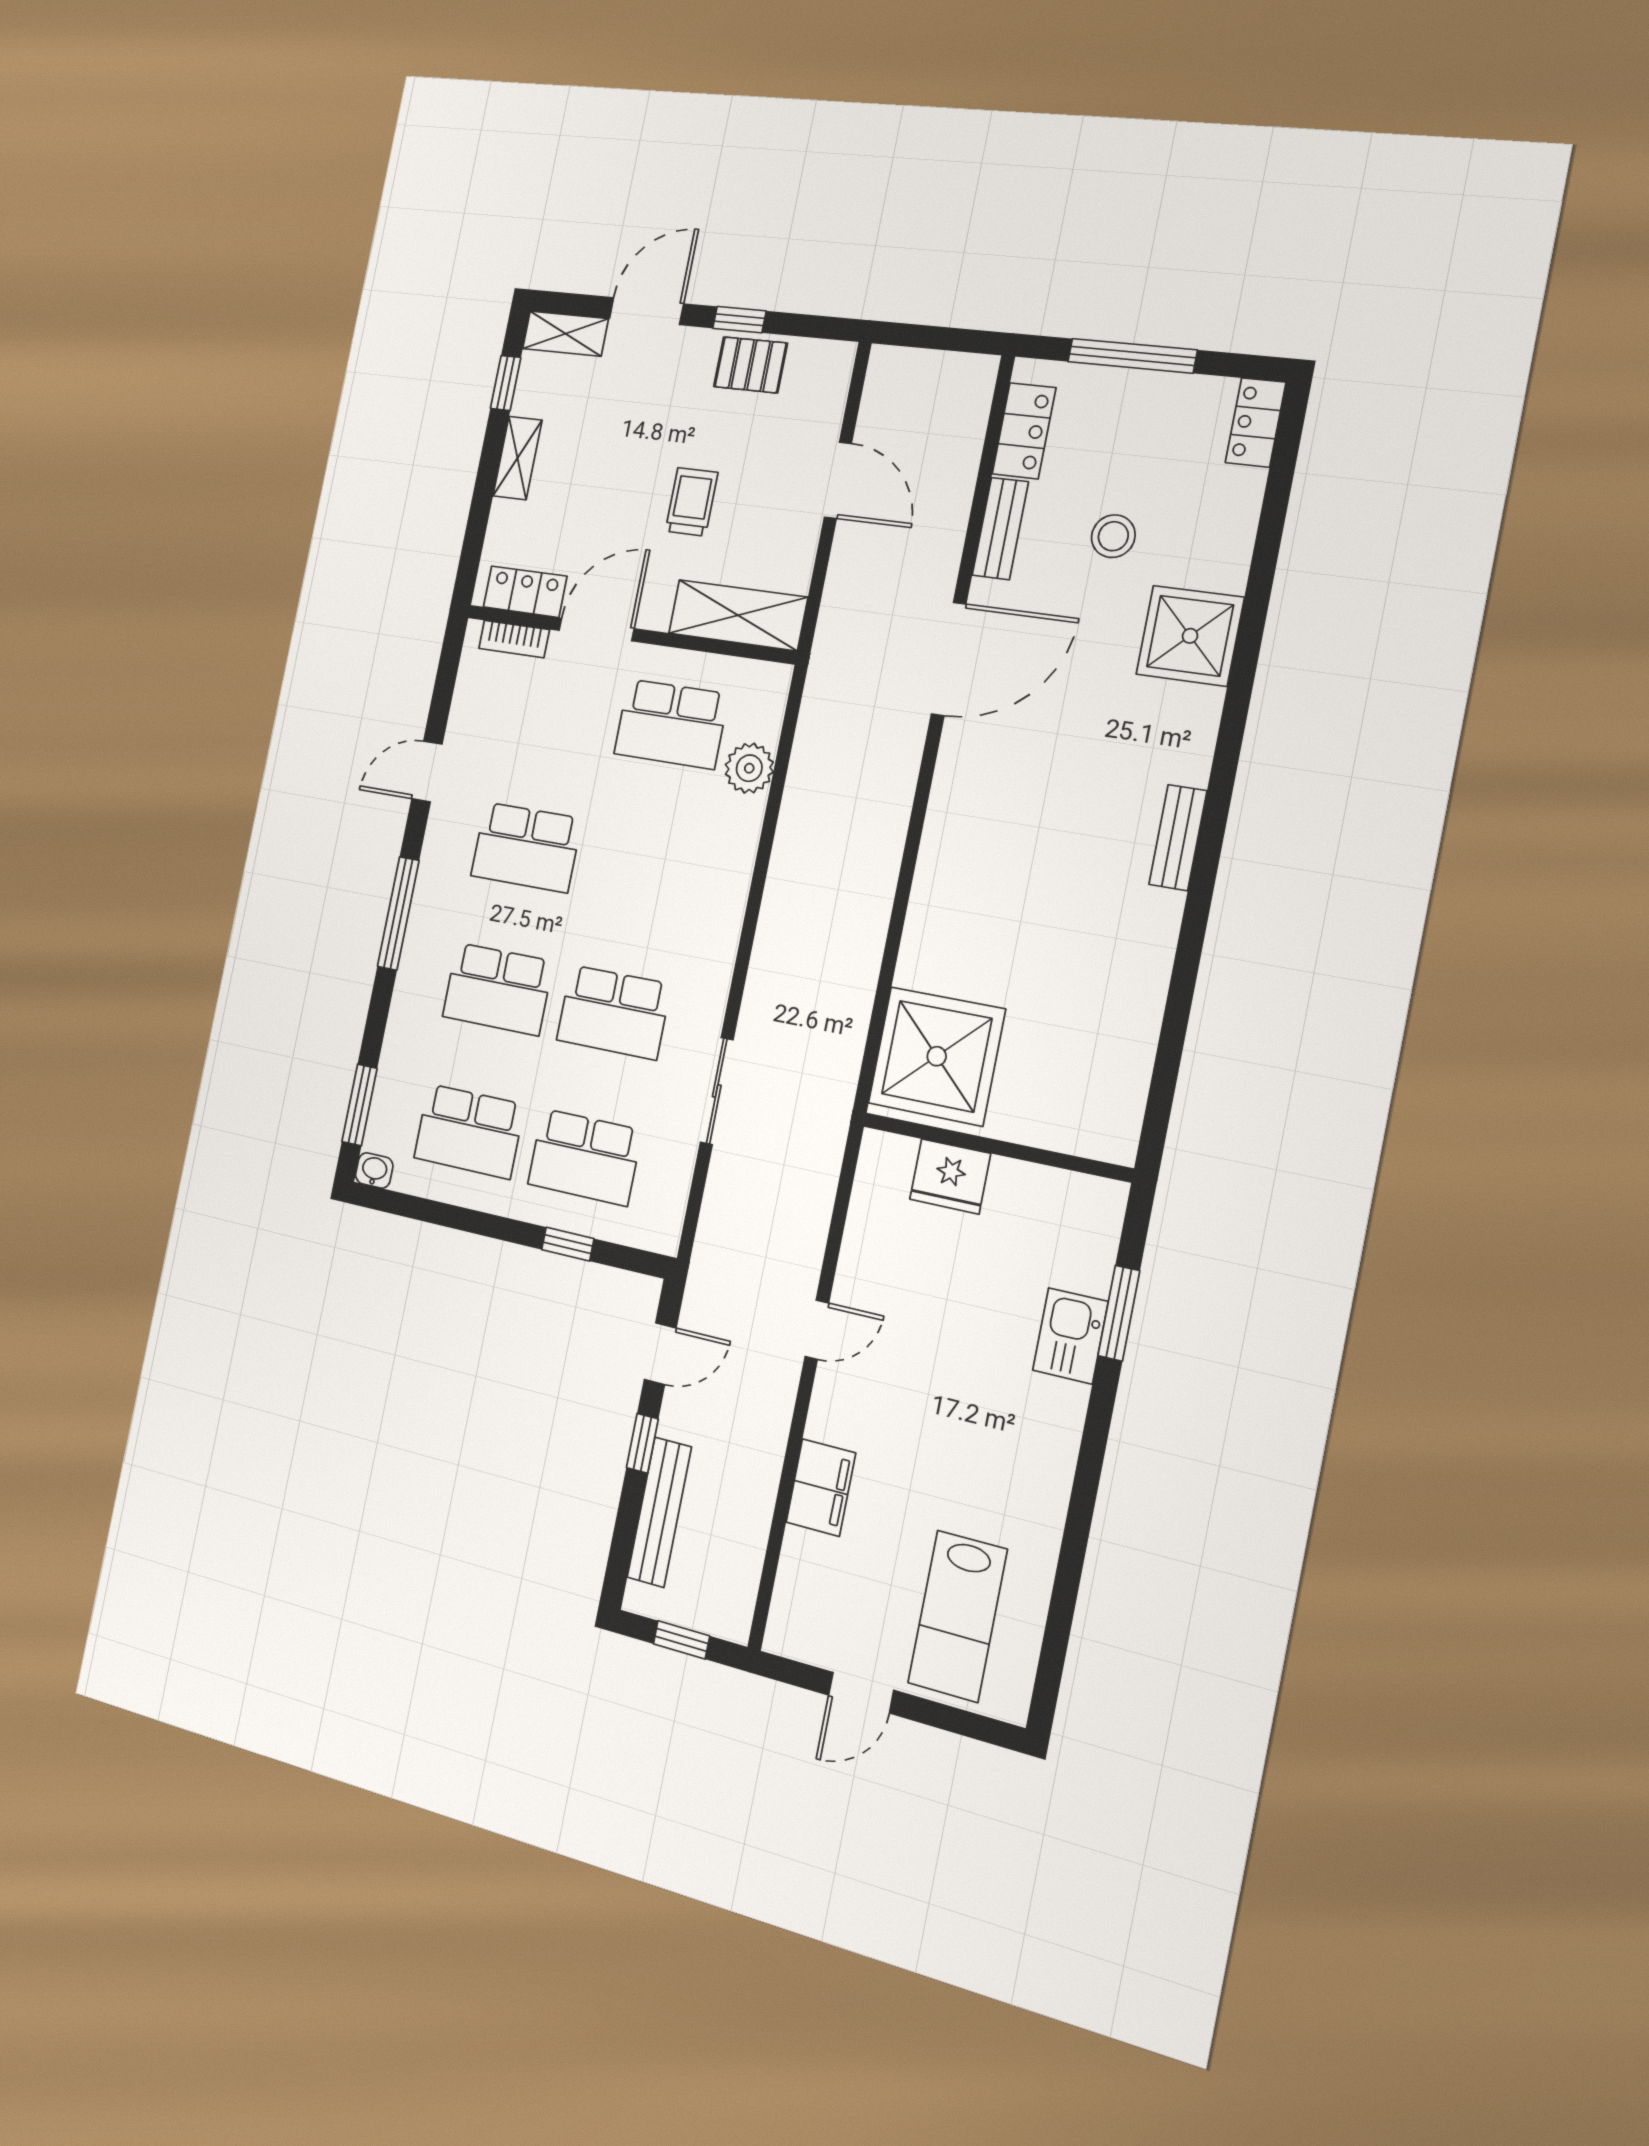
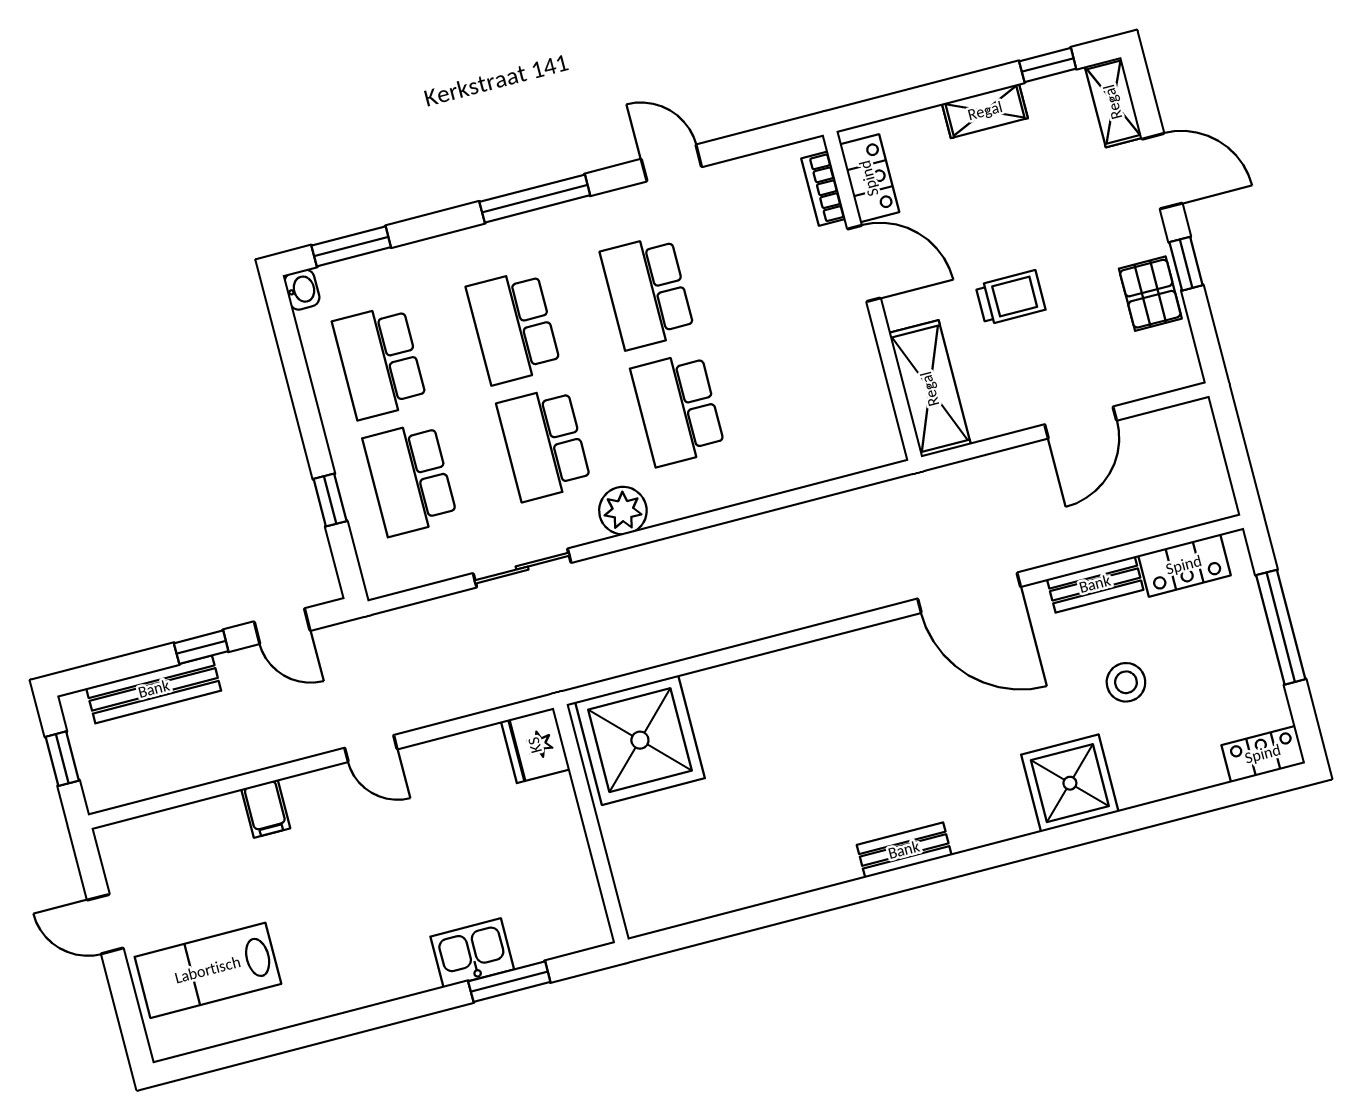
school desk: (671, 724) -> (678, 409), moved
plant: (749, 768) -> (623, 511), moved
fridge: (950, 1176) -> (535, 745), moved
filing cabinet: (821, 1488) -> (266, 809), width x0.50

